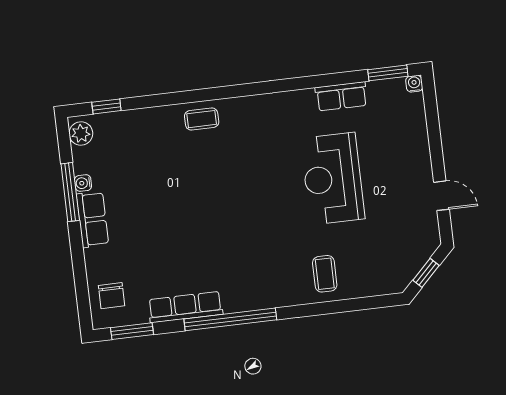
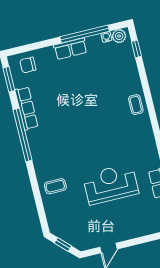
water cooler: (83, 183) -> (106, 37), moved
window: (70, 192) -> (85, 34), width x1.46

